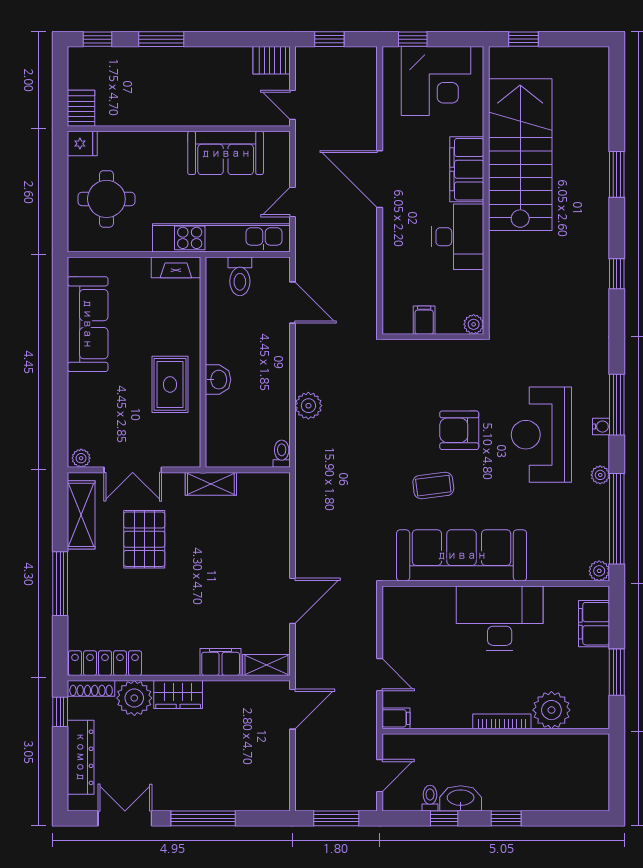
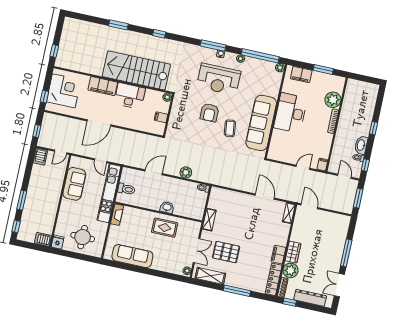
stairs: (520, 155) -> (136, 70), moved
door: (293, 302) -> (154, 172), moved
filing cabinet: (221, 662) -> (278, 255), moved
window: (444, 818) -> (365, 165), moved

